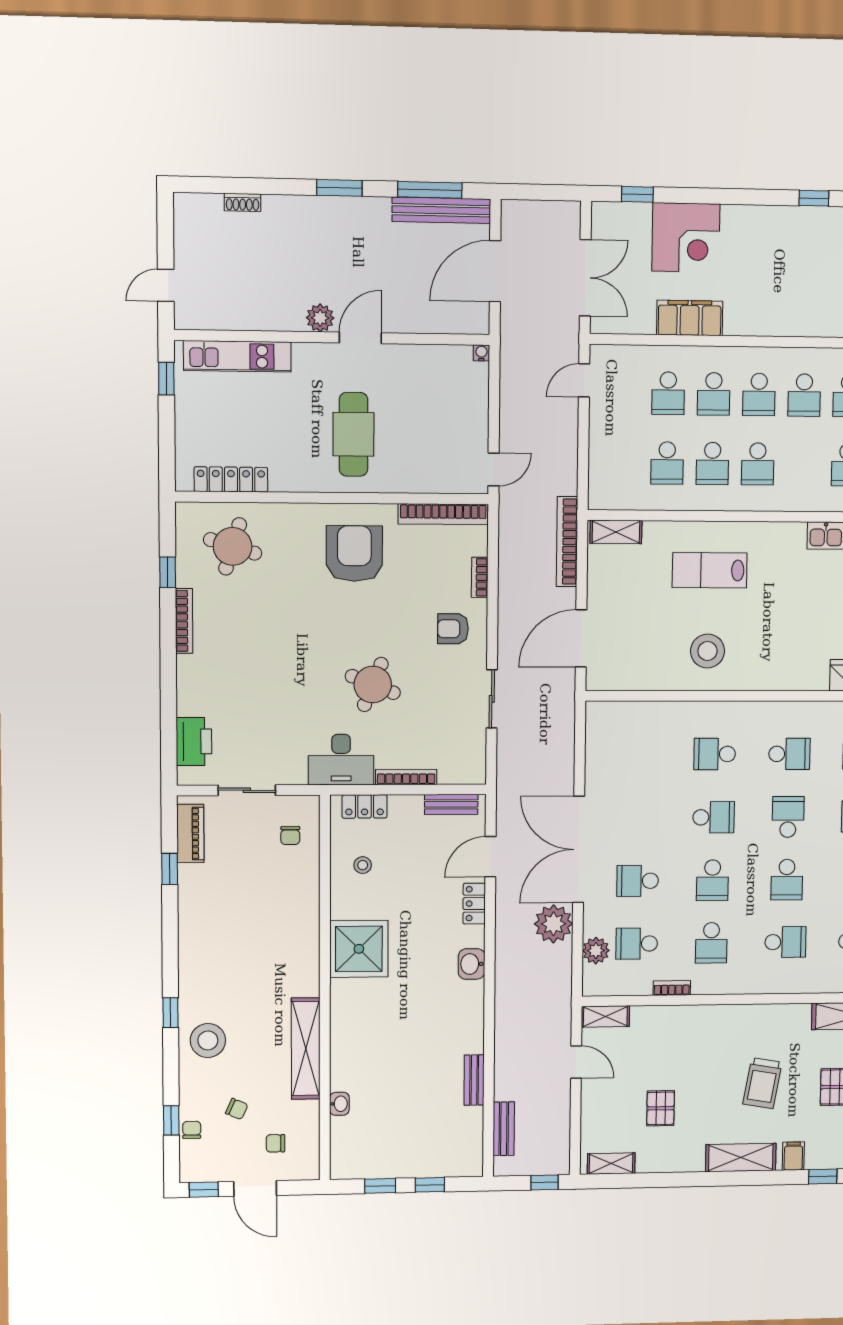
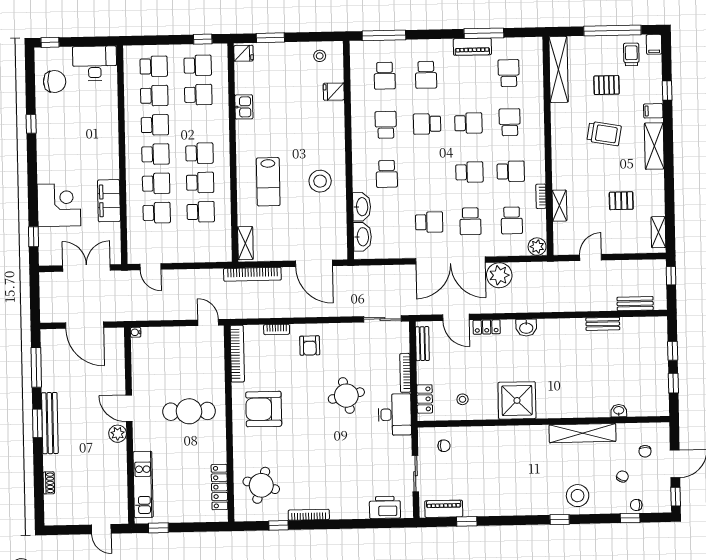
bench: (441, 210) -> (50, 423), moved
round table: (373, 684) -> (346, 396), turned -35
sliding door: (492, 699) -> (382, 319), moved
washbasin: (620, 714) -> (362, 237), added
washbasin: (666, 714) -> (362, 207), added
school desk: (714, 817) -> (429, 222), moved, turned 90
plant: (596, 951) -> (537, 247), moved
shelving: (605, 1016) -> (559, 206), moved

